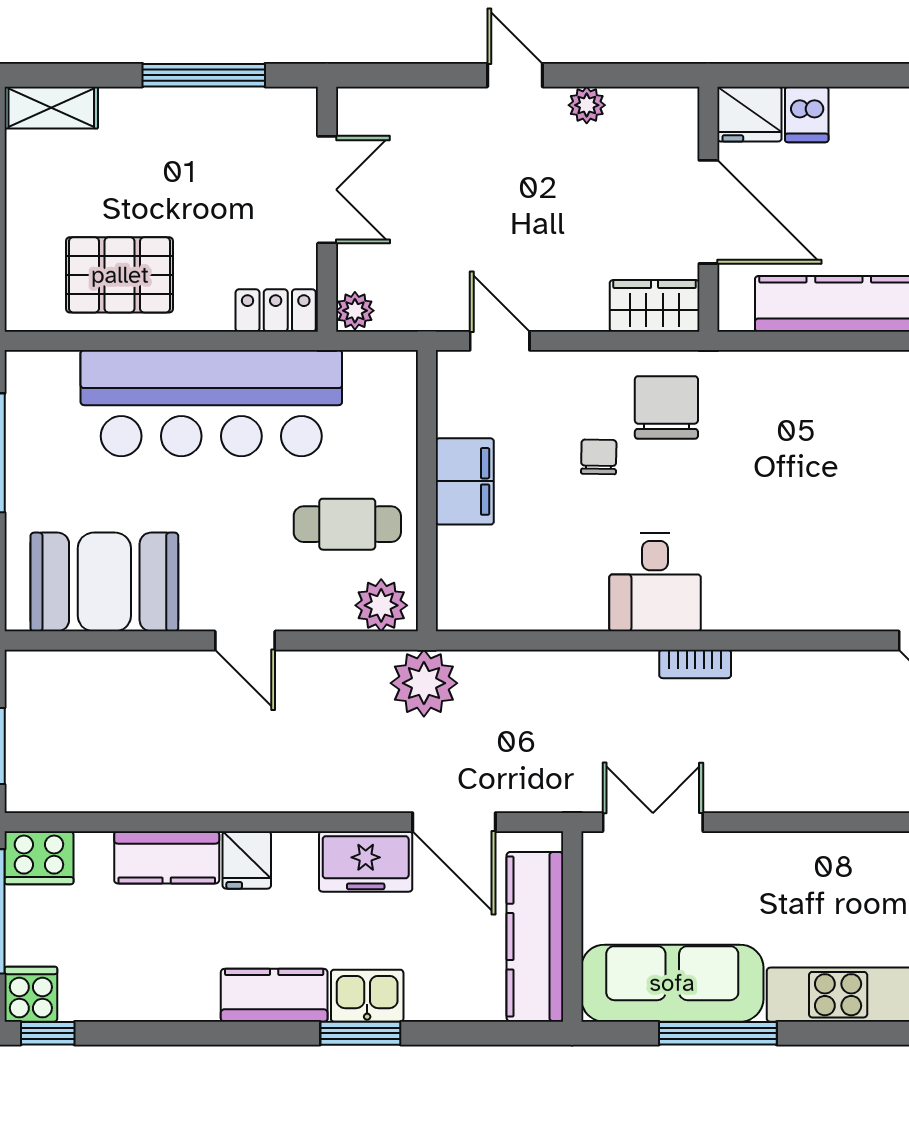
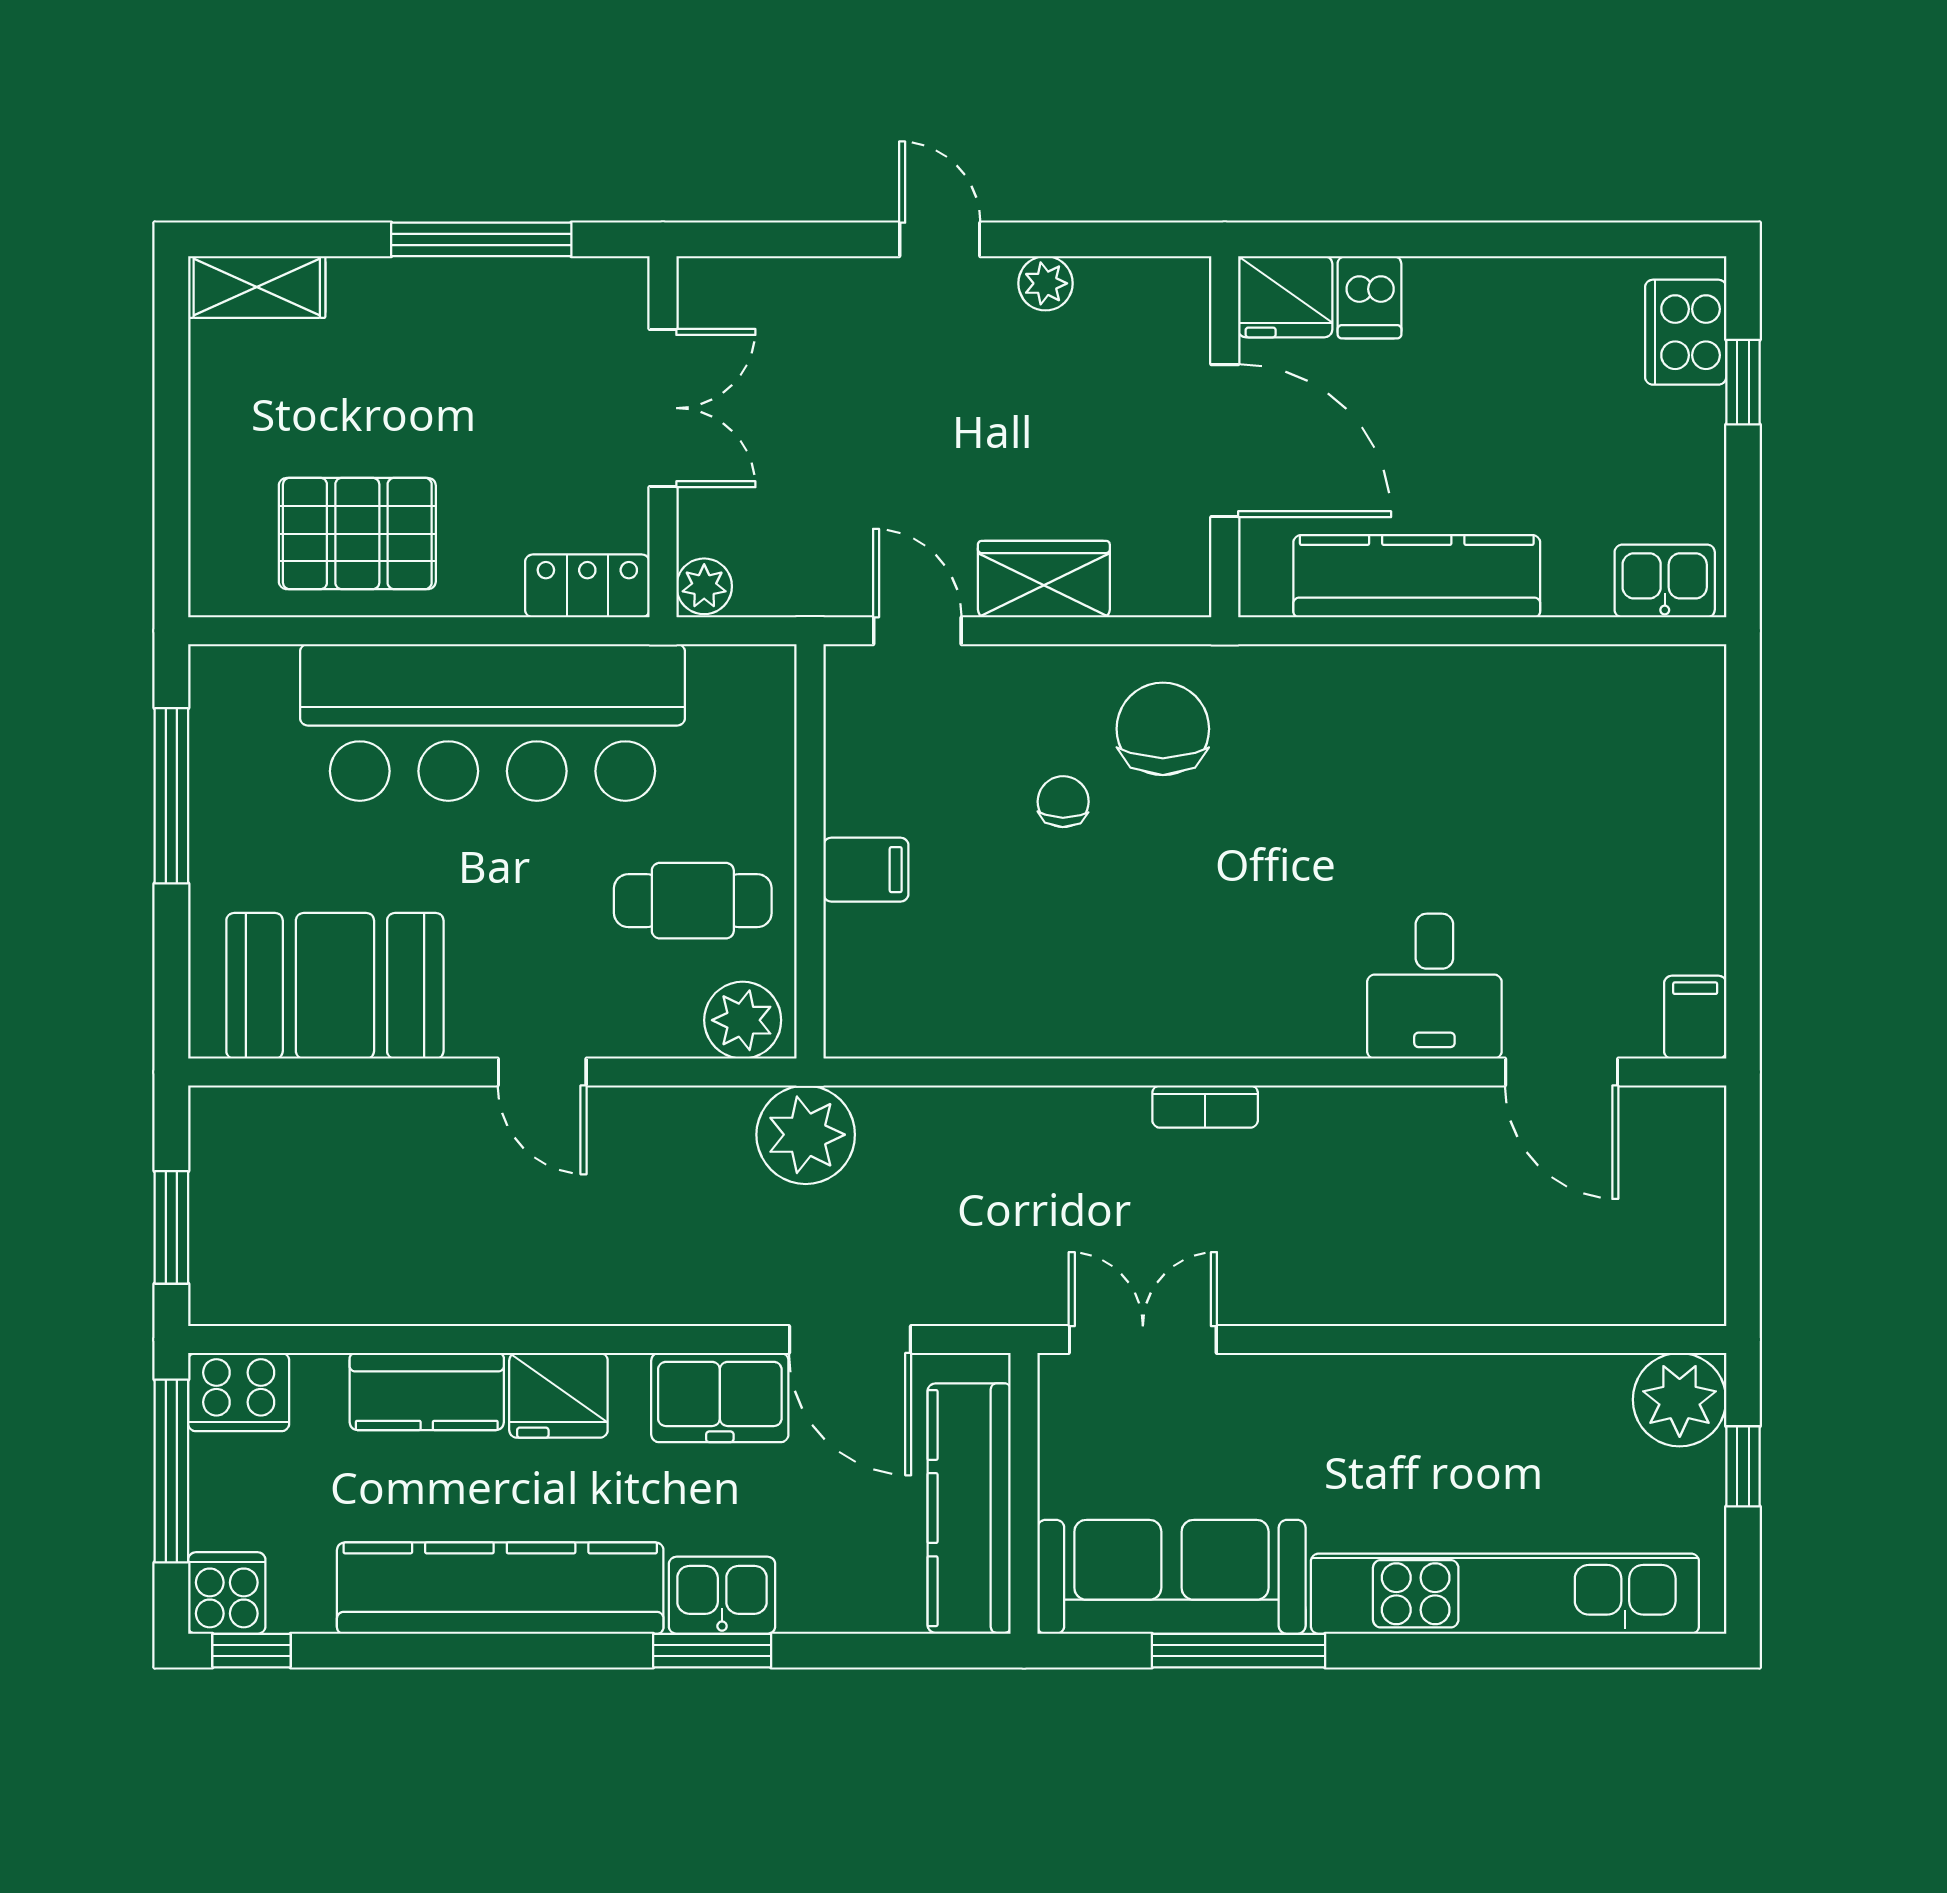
wardrobe: (655, 306) -> (1044, 579), moved
filing cabinet: (465, 481) -> (866, 870), width x0.50
desk: (655, 582) -> (1434, 986), moved
fridge: (247, 860) -> (558, 1395), width x1.38
kitchen counter: (274, 995) -> (500, 1588), width x2.08, depth x1.17

